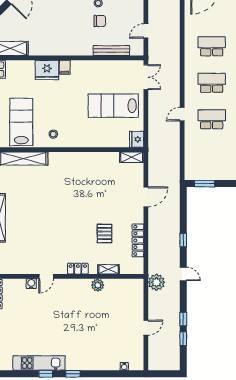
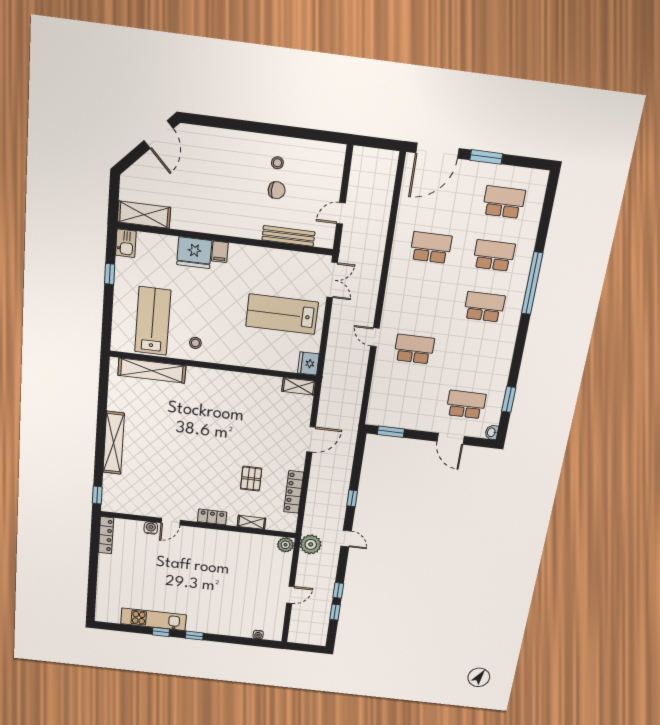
school desk: (212, 83) -> (422, 299), removed
door: (182, 114) -> (375, 337), hinge flipped
plant: (98, 285) -> (285, 545), moved

